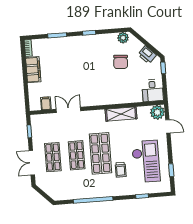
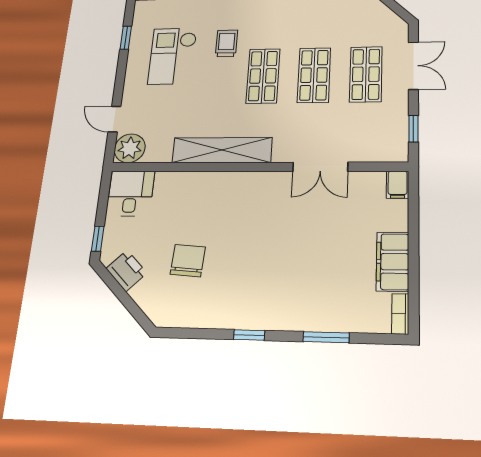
plant: (123, 38) -> (172, 315), removed
filing cabinet: (46, 103) -> (398, 185), moved
shelving: (121, 114) -> (222, 150), width x1.47
shop shelf: (100, 153) -> (263, 76), width x0.70, depth x0.74
checkout: (146, 161) -> (172, 56), width x0.73, depth x0.83

